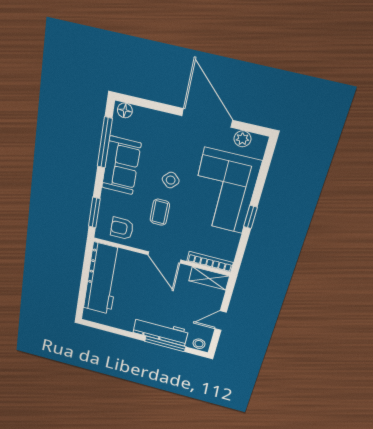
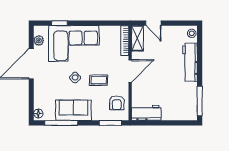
window: (250, 217) -> (59, 23), moved
workbench: (102, 279) -> (146, 113), width x0.53, depth x0.76
door: (221, 321) -> (153, 23), moved
window: (165, 344) -> (200, 101), moved

